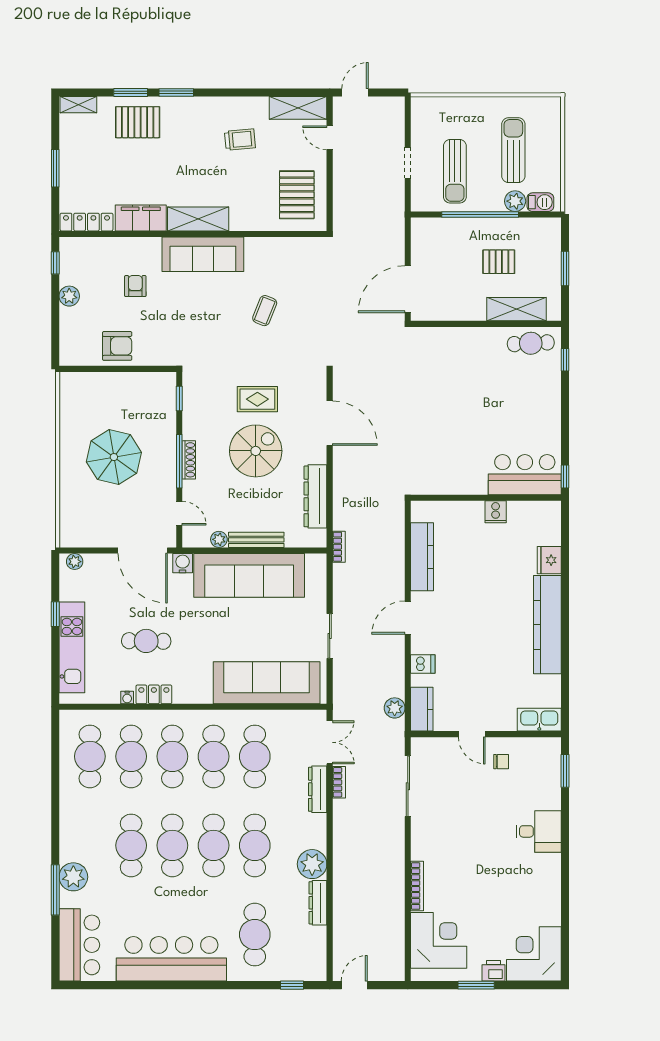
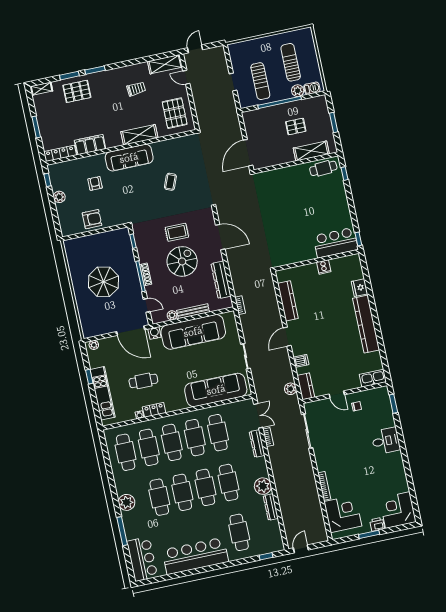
shelving: (198, 219) -> (139, 135), moved
plant: (73, 877) -> (127, 502), moved

